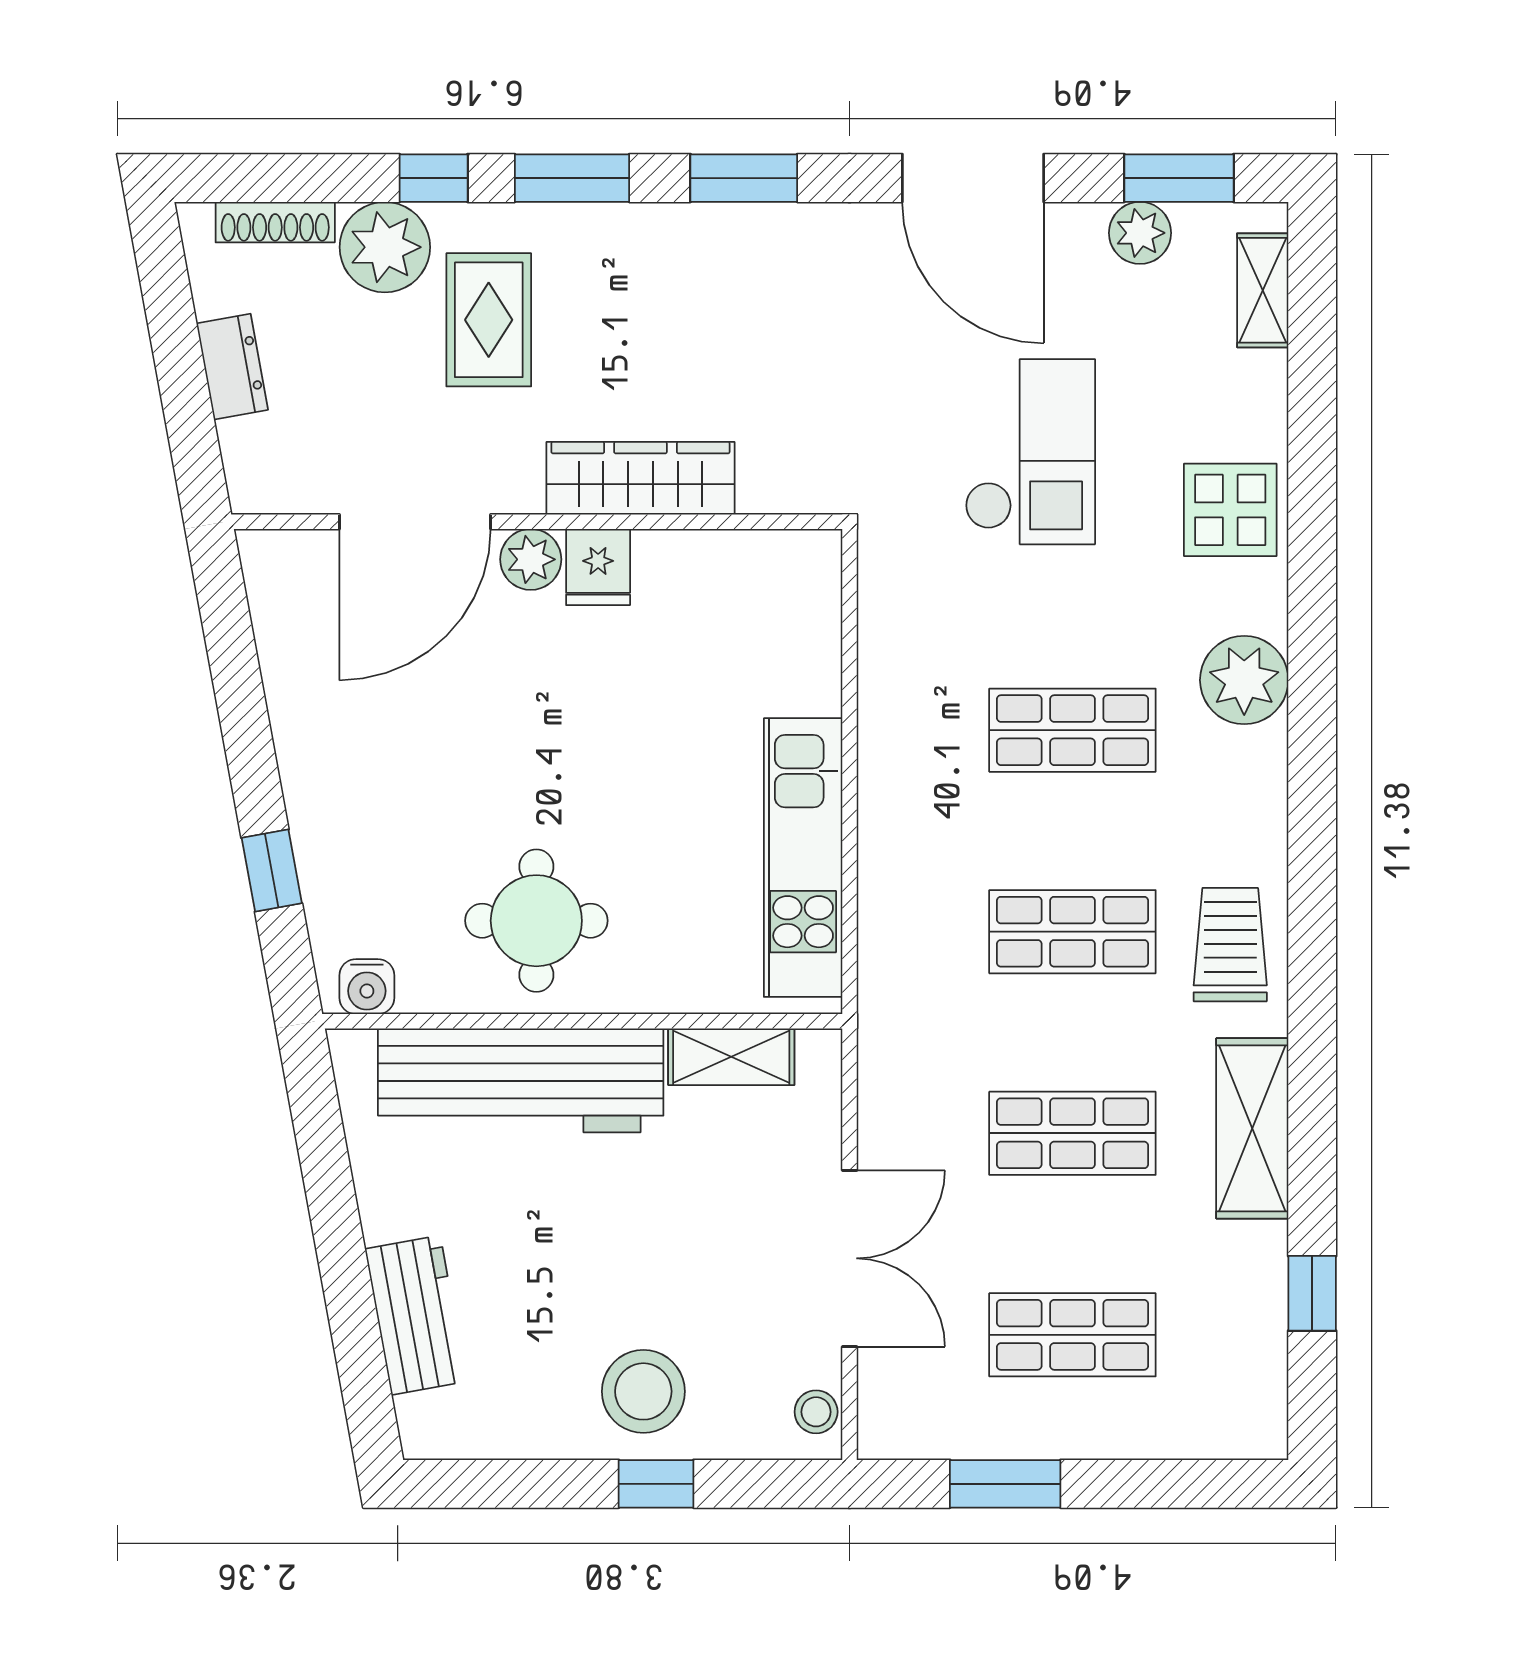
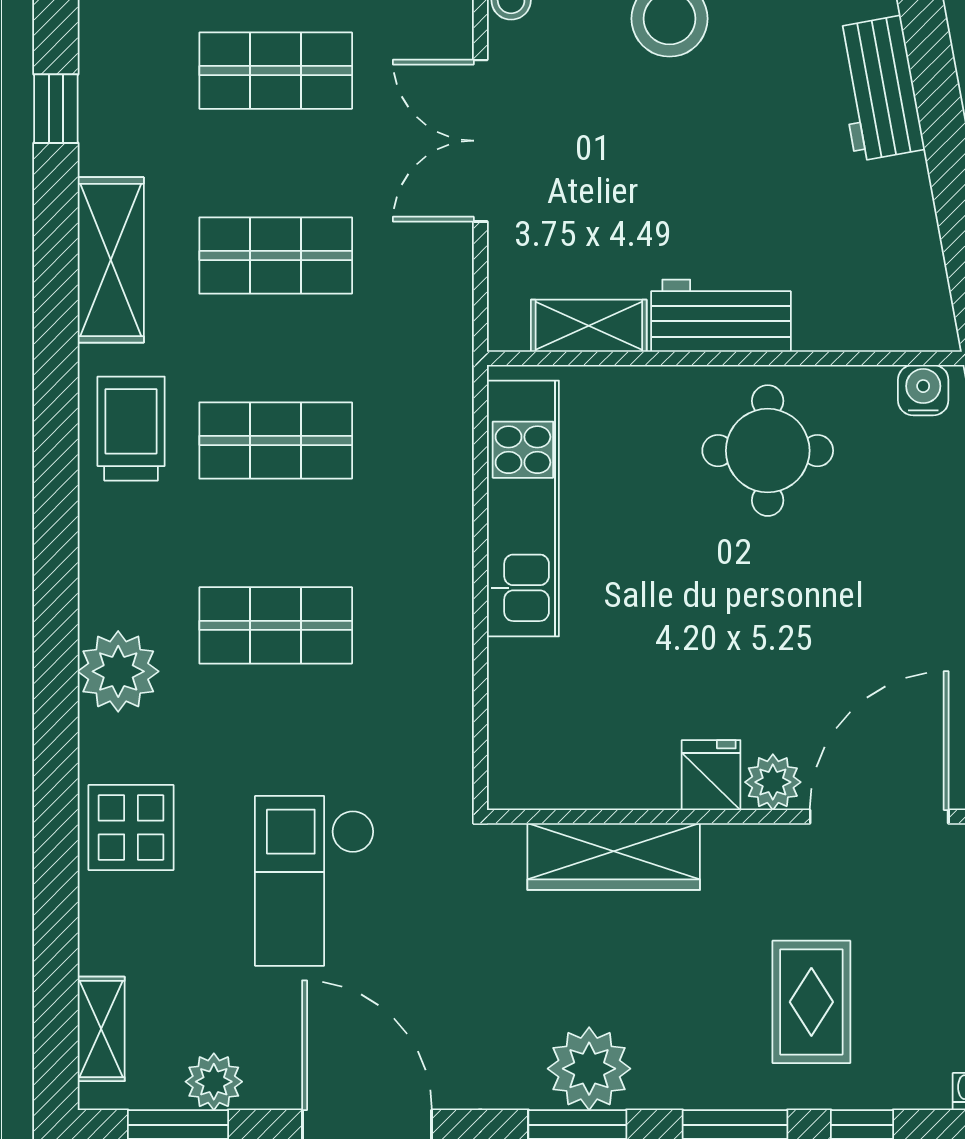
plant: (385, 247) -> (589, 1069), moved
wardrobe: (640, 478) -> (614, 857), moved
trolley: (1230, 945) -> (131, 429), turned 180
workbench: (521, 1080) -> (721, 316), width x0.53, depth x0.76

